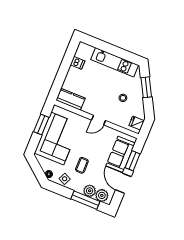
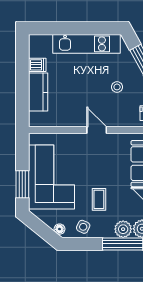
kitchen counter: (70, 99) -> (38, 92), moved, turned 90
door: (99, 120) -> (97, 130), swing flipped
window: (41, 124) -> (22, 184), moved

